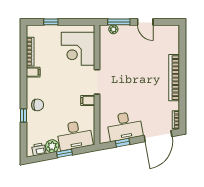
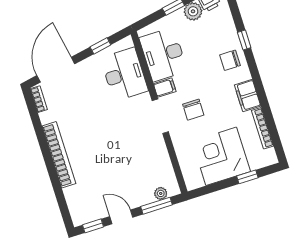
window: (166, 22) -> (93, 226), added
corner desk: (78, 49) -> (221, 156), moved, turned -90
filing cabinet: (33, 72) -> (248, 95), width x2.00
chair: (73, 79) -> (193, 110), added
desk: (125, 126) -> (124, 74), moved, turned 101
desk: (75, 135) -> (163, 54), moved, turned -79

